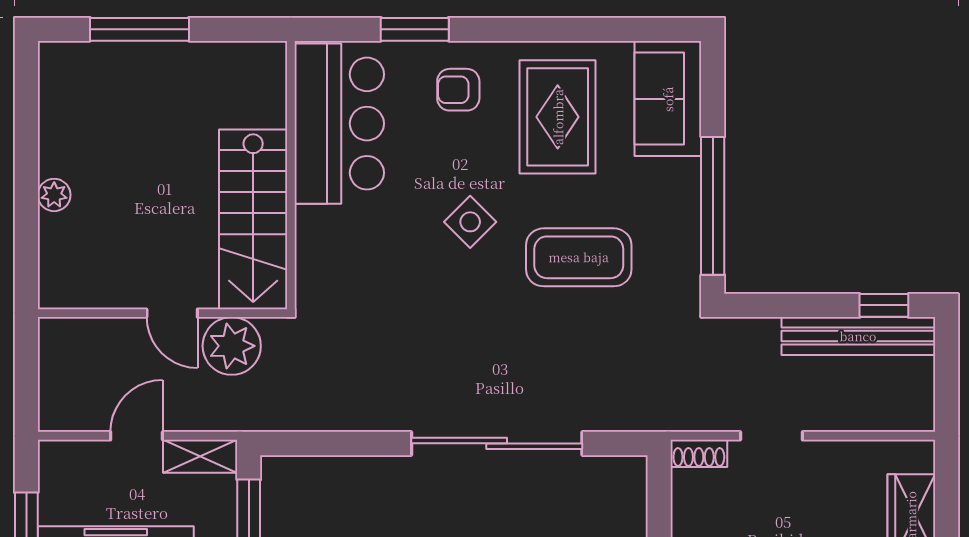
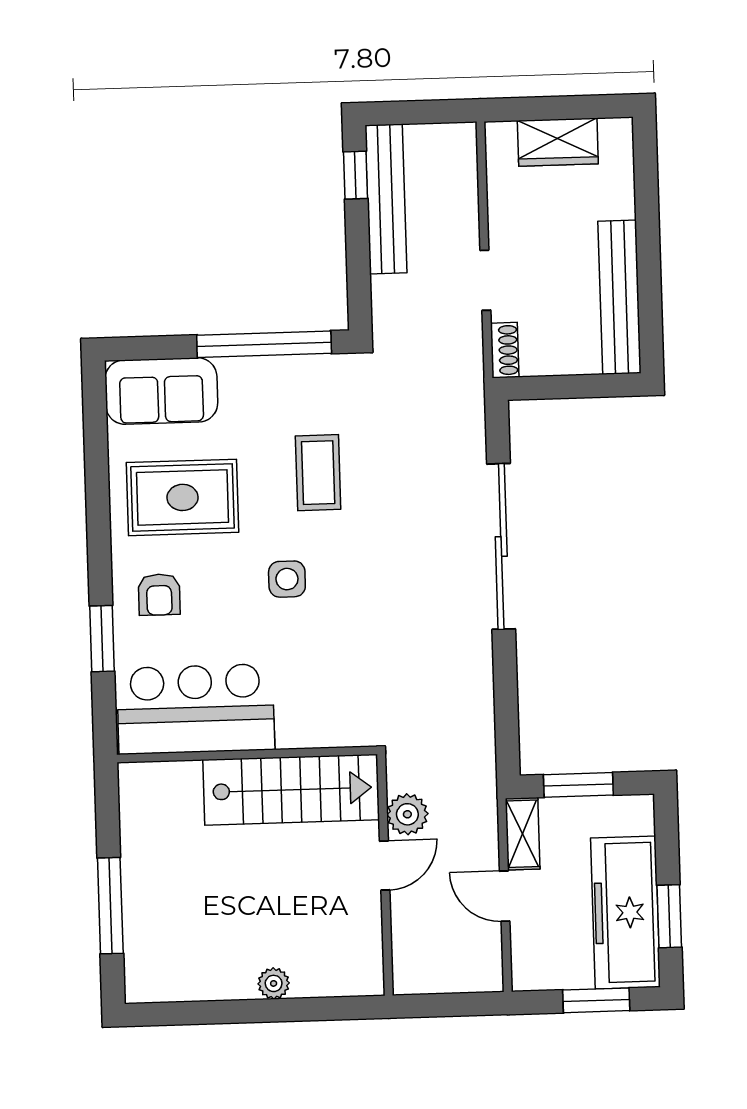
side table: (470, 222) -> (287, 579), turned 45
coffee table: (579, 257) -> (318, 473), width x0.73, depth x0.76
plant: (232, 346) -> (407, 814), width x0.73, depth x0.73

